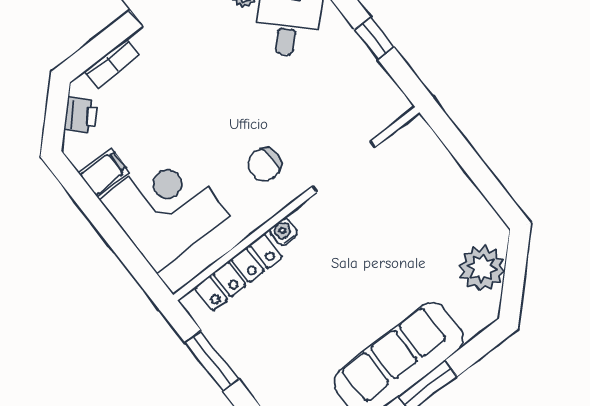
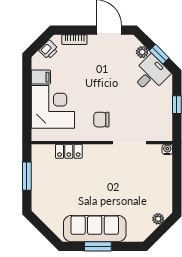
water cooler: (283, 232) -> (167, 149), moved
plant: (482, 268) -> (158, 219), width x0.53, depth x0.53
locker: (238, 272) -> (69, 151), width x0.66

